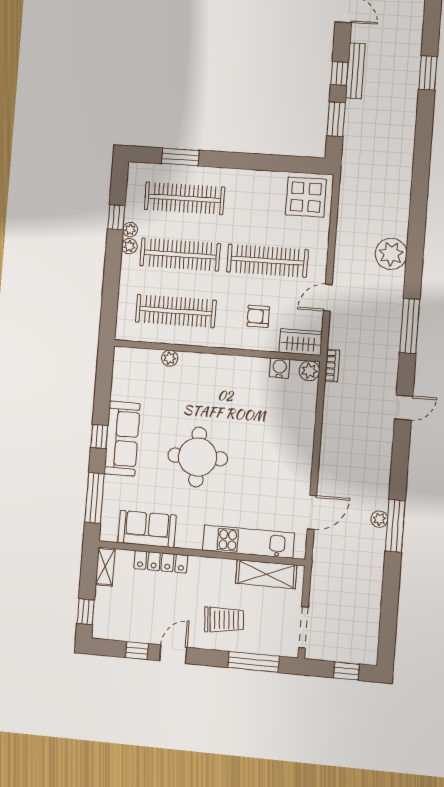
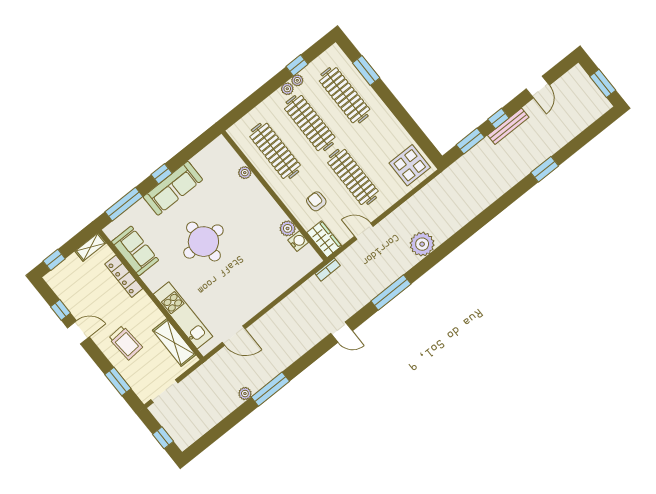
plant: (309, 371) -> (288, 228), moved
plant: (379, 519) -> (245, 394), moved
window: (254, 662) -> (118, 382), width x0.69

